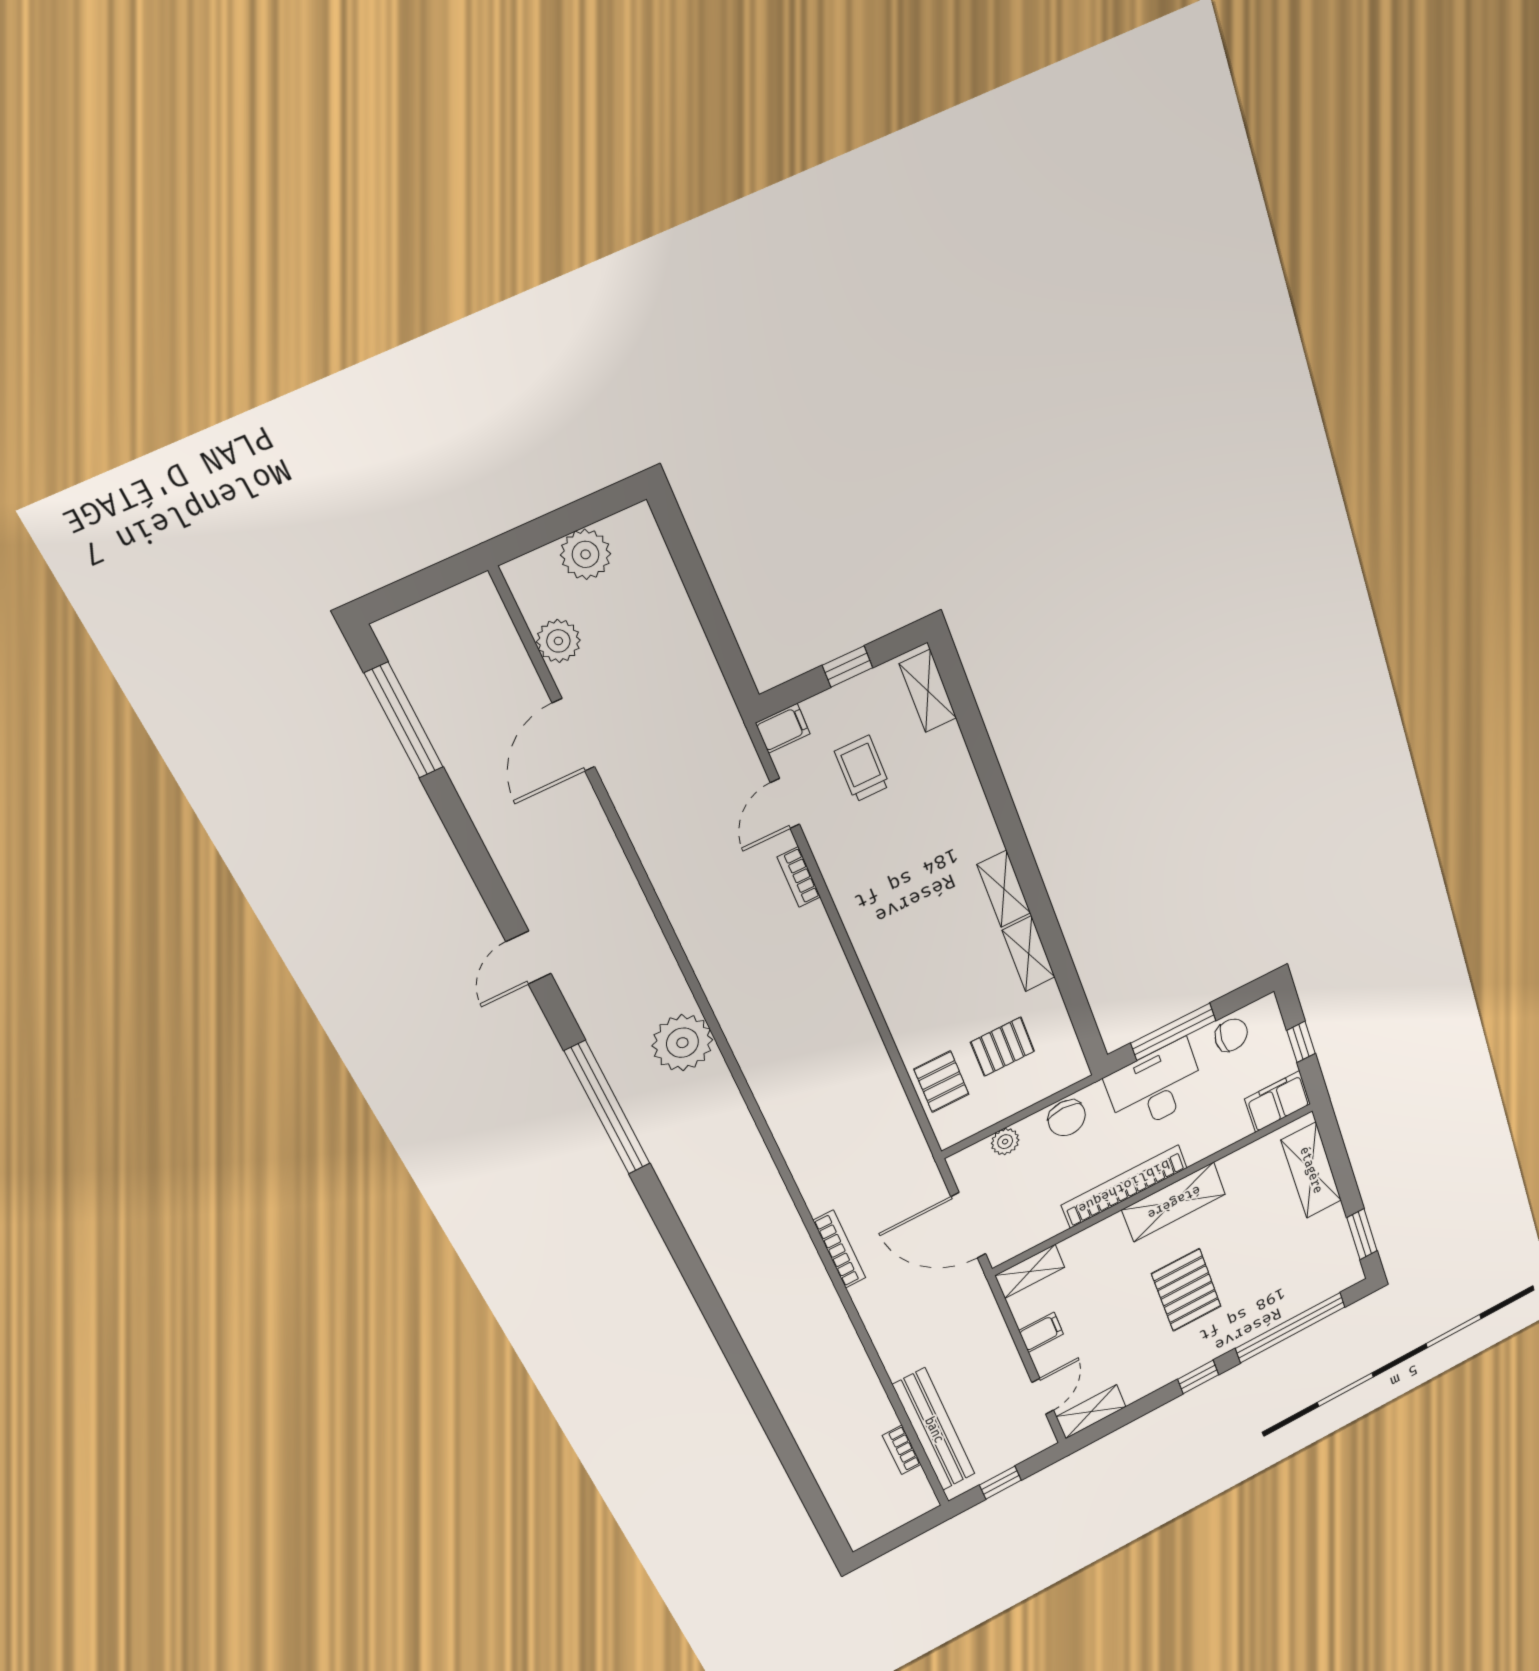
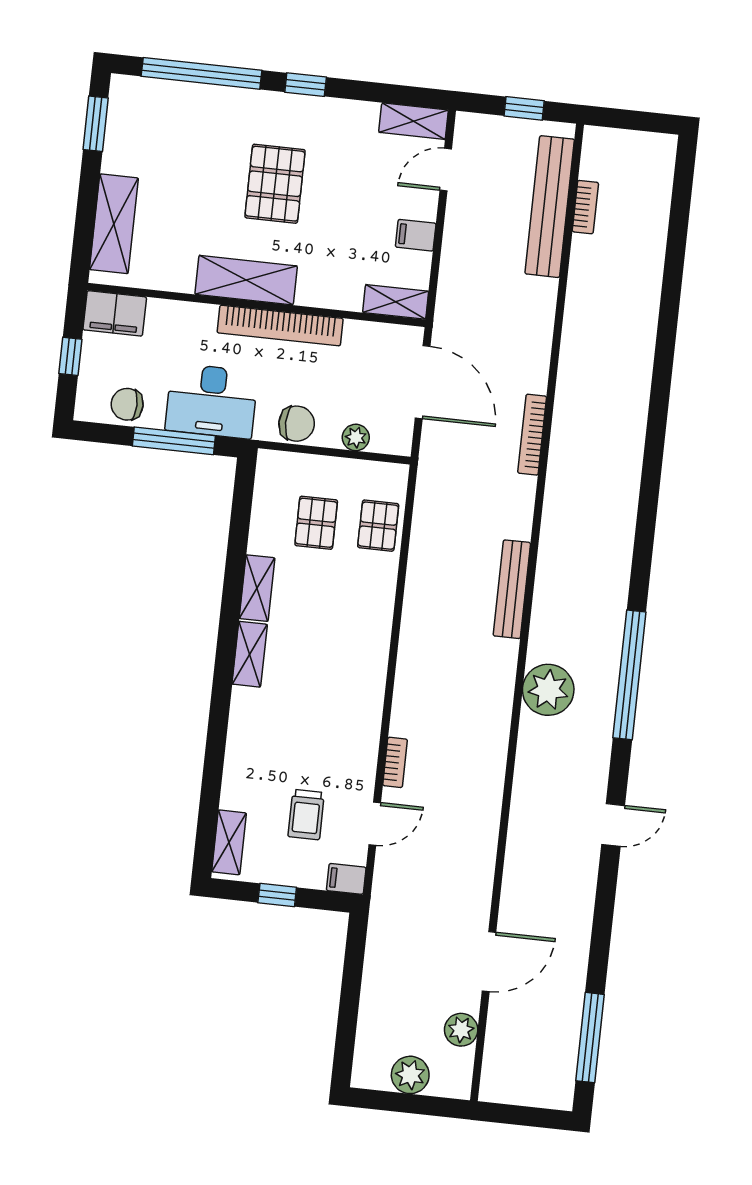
pallet: (1003, 1047) -> (316, 523), turned 90
bench: (777, 1109) -> (512, 589), added
chair: (1067, 1118) -> (297, 424), turned 90

